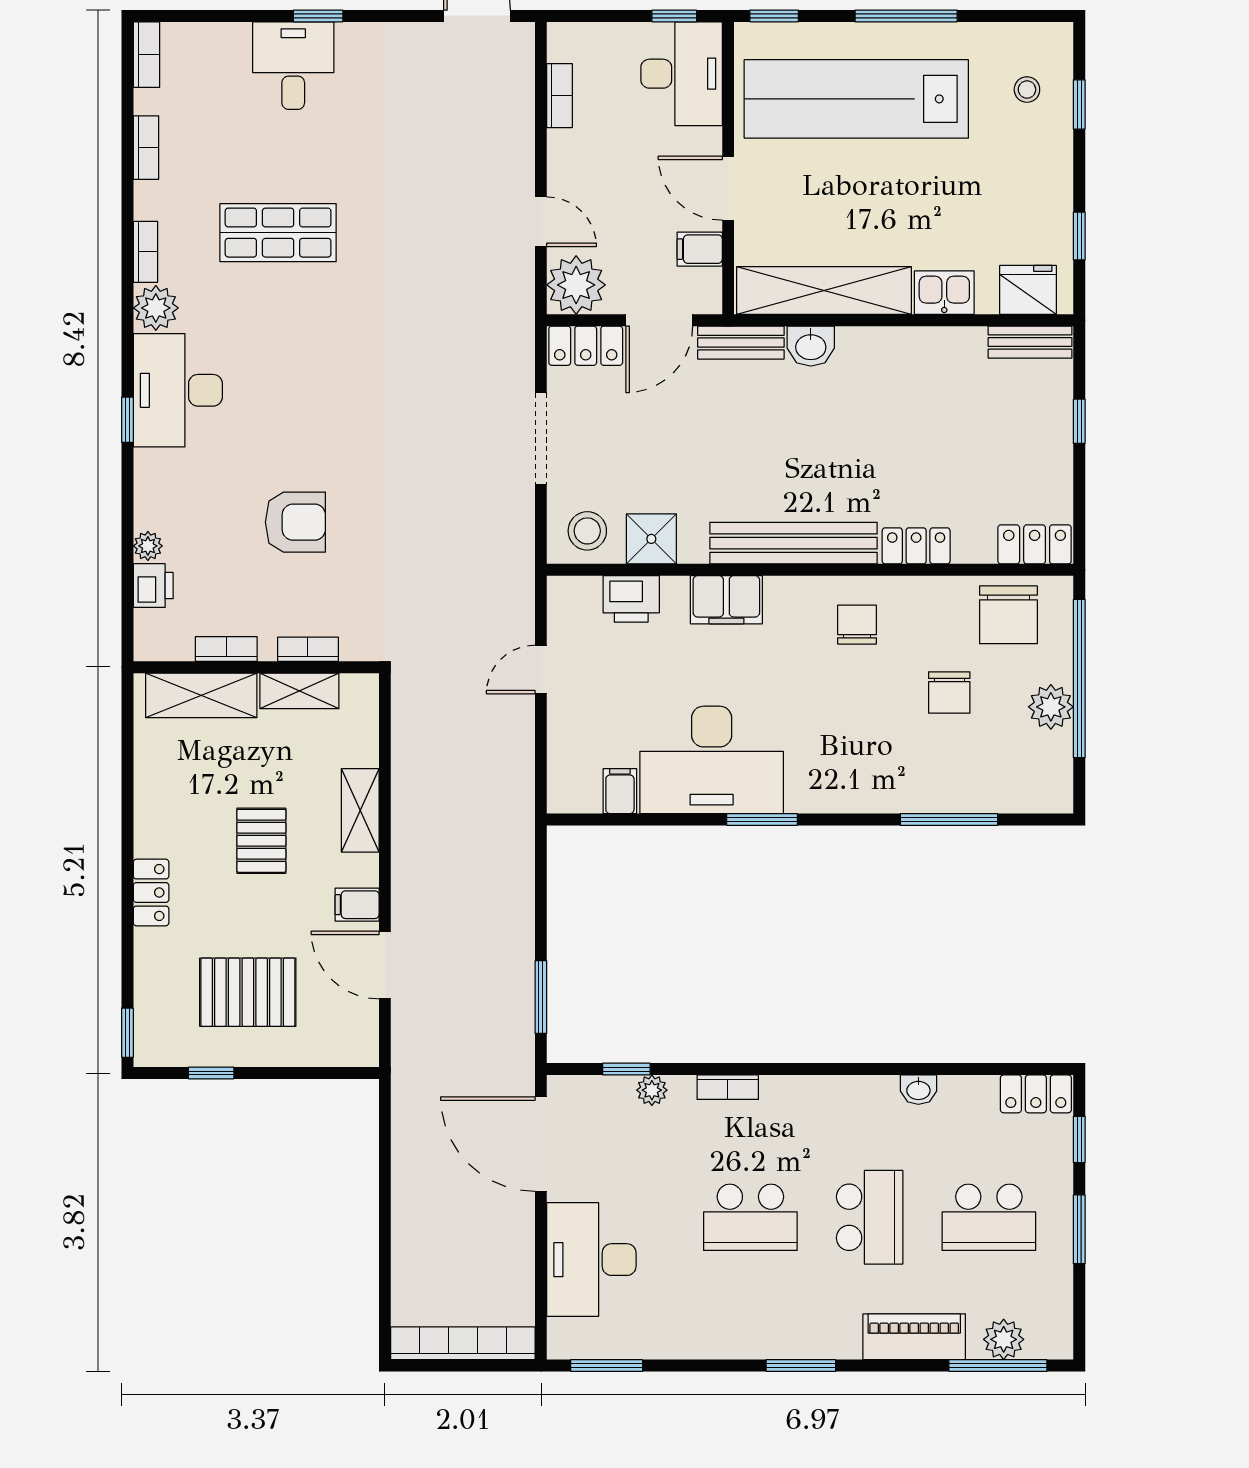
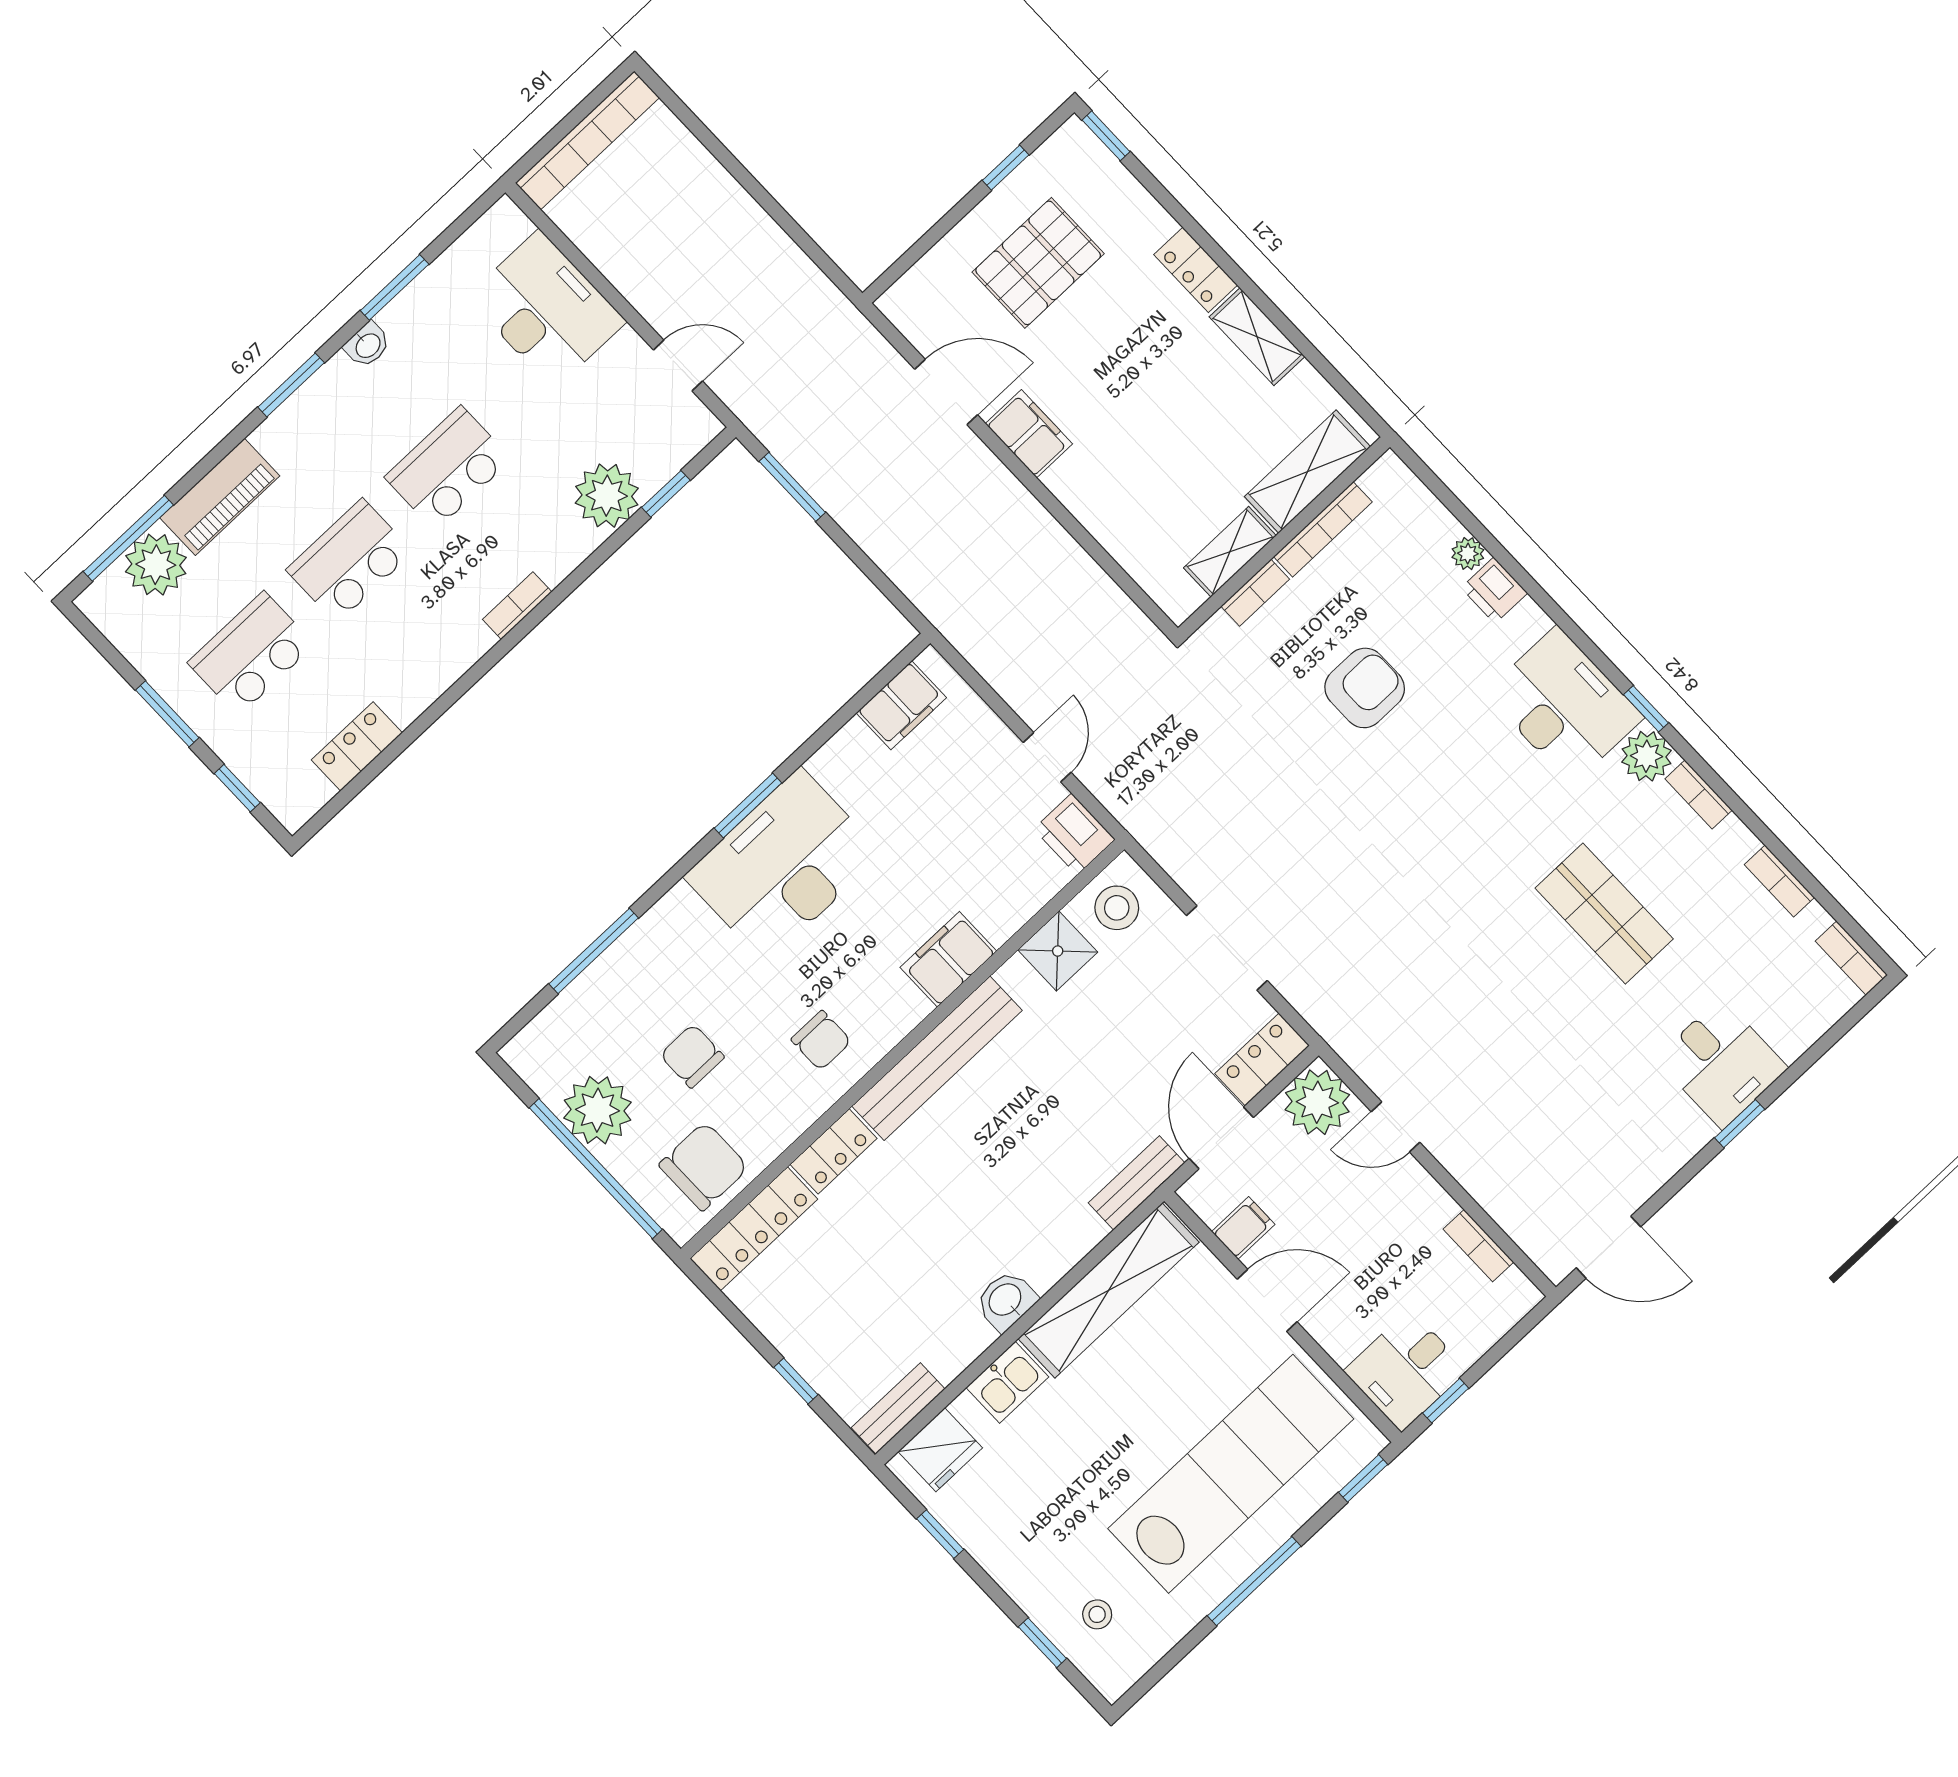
desk: (682, 74) -> (1406, 1370), width x0.73
shop shelf: (278, 233) -> (1604, 914), turned 90
washbasin: (811, 346) -> (1006, 1301), moved
window: (127, 420) -> (1646, 709), moved
armchair: (295, 522) -> (1365, 688), turned 180
locker: (1035, 544) -> (754, 1229), width x1.53
printer: (153, 586) -> (1494, 590), moved
printer: (631, 599) -> (1074, 834), moved, turned -90
chair: (1008, 615) -> (704, 1166), turned 90
bookcase: (226, 649) -> (1323, 529), width x1.56
plant: (1051, 707) -> (598, 1110), width x1.36, depth x1.36
desk: (712, 760) -> (783, 865), moved
filing cabinet: (620, 791) -> (901, 705), width x2.00
shelving: (360, 810) -> (1257, 337), moved
pallet: (261, 841) -> (1145, 398), removed
filing cabinet: (357, 905) -> (1029, 434), width x2.00
bookcase: (728, 1087) -> (517, 606), moved
plant: (652, 1090) -> (607, 496), width x1.87, depth x1.87
washbasin: (918, 1090) -> (367, 345), moved, turned 180
locker: (1036, 1094) -> (357, 746), moved
door: (541, 1144) -> (678, 365), width x0.53
school desk: (870, 1217) -> (350, 561), turned 90
plant: (1004, 1339) -> (156, 565), width x1.36, depth x1.36
window: (607, 1366) -> (395, 287), moved

